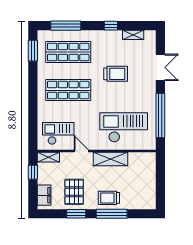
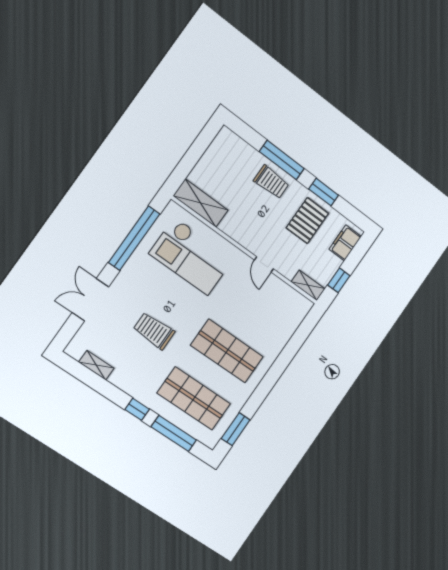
window: (111, 26) -> (137, 409), moved
checkout: (58, 133) -> (276, 306), removed
shelving: (110, 159) -> (201, 203), moved

